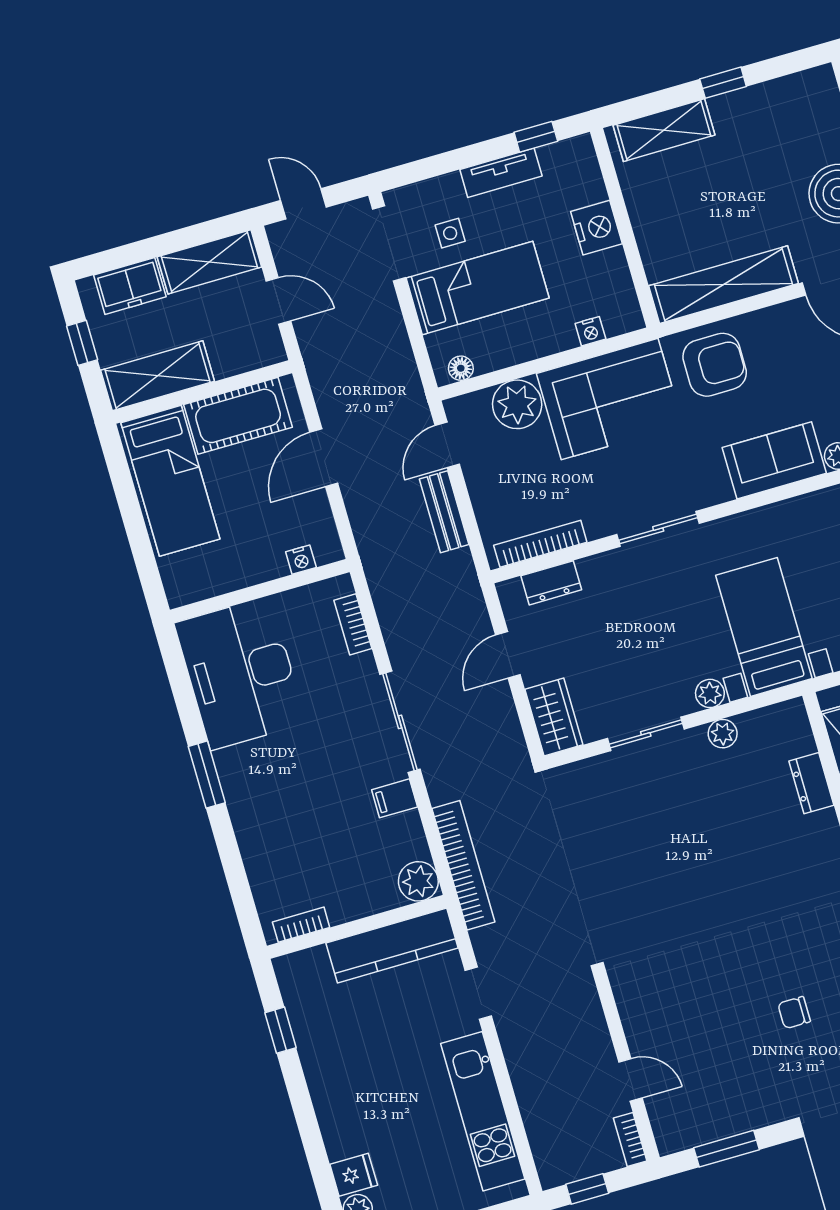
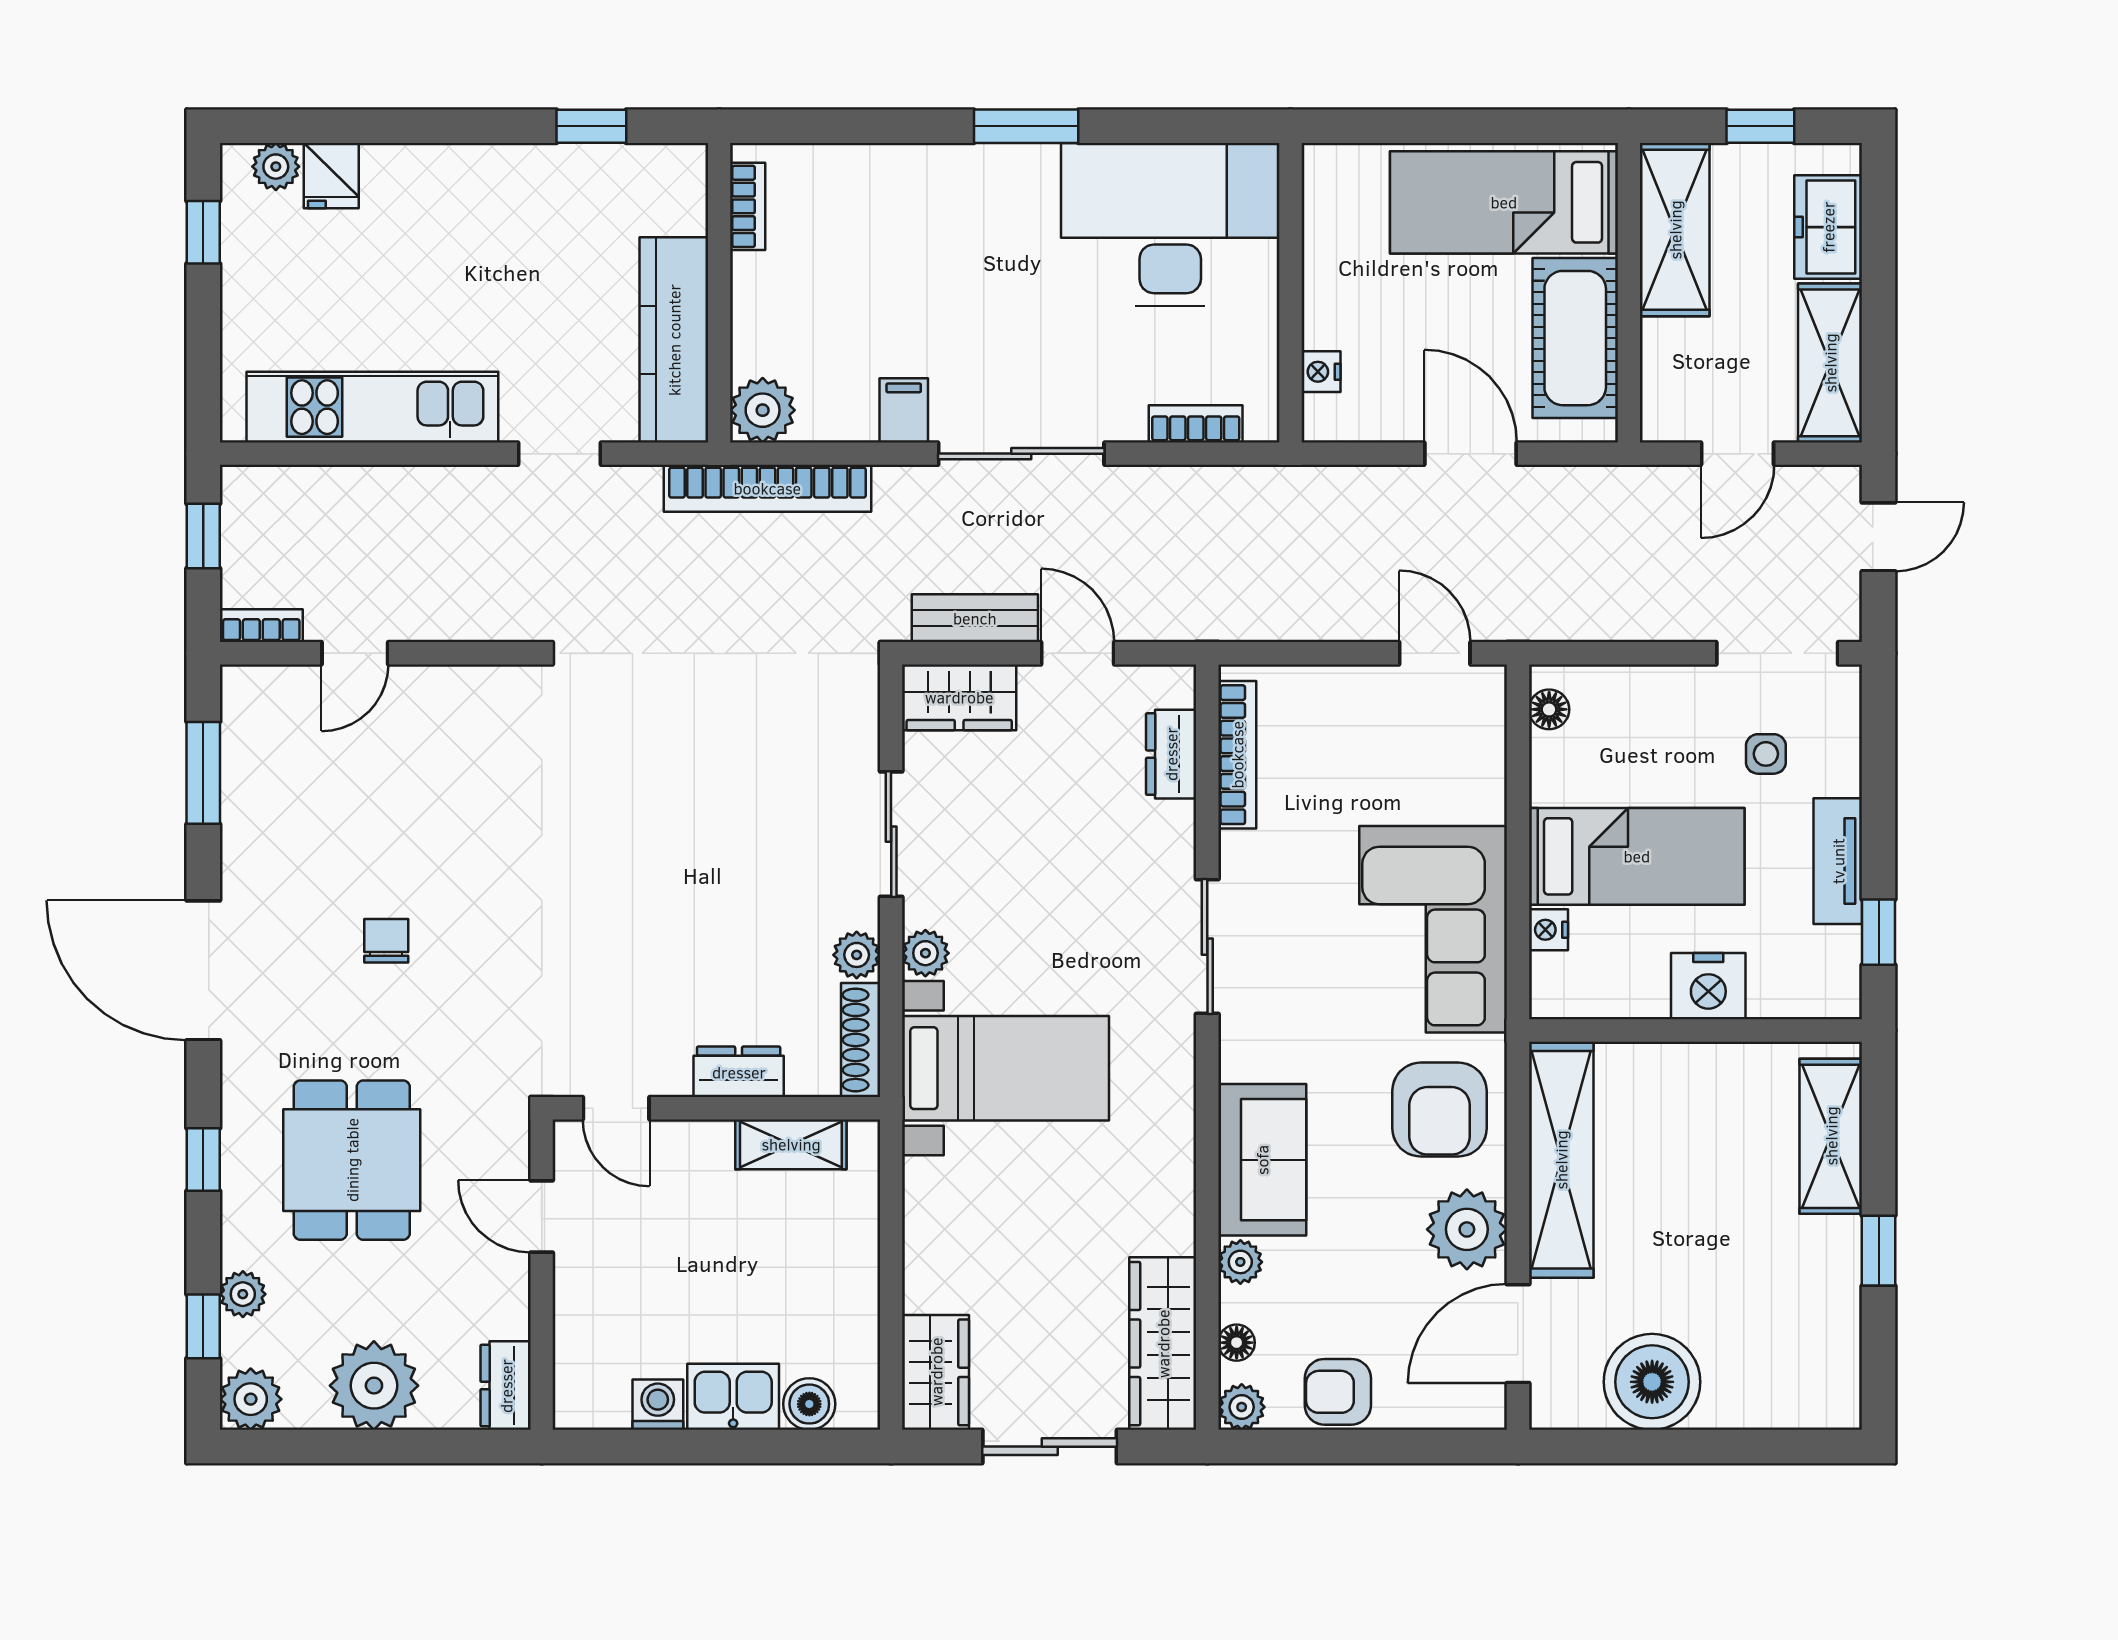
bed: (478, 288) -> (1637, 856), moved, turned -90
plant: (517, 404) -> (1467, 1229), moved
bench: (444, 512) -> (975, 618), moved
shoe rack: (772, 717) -> (861, 1040), added

